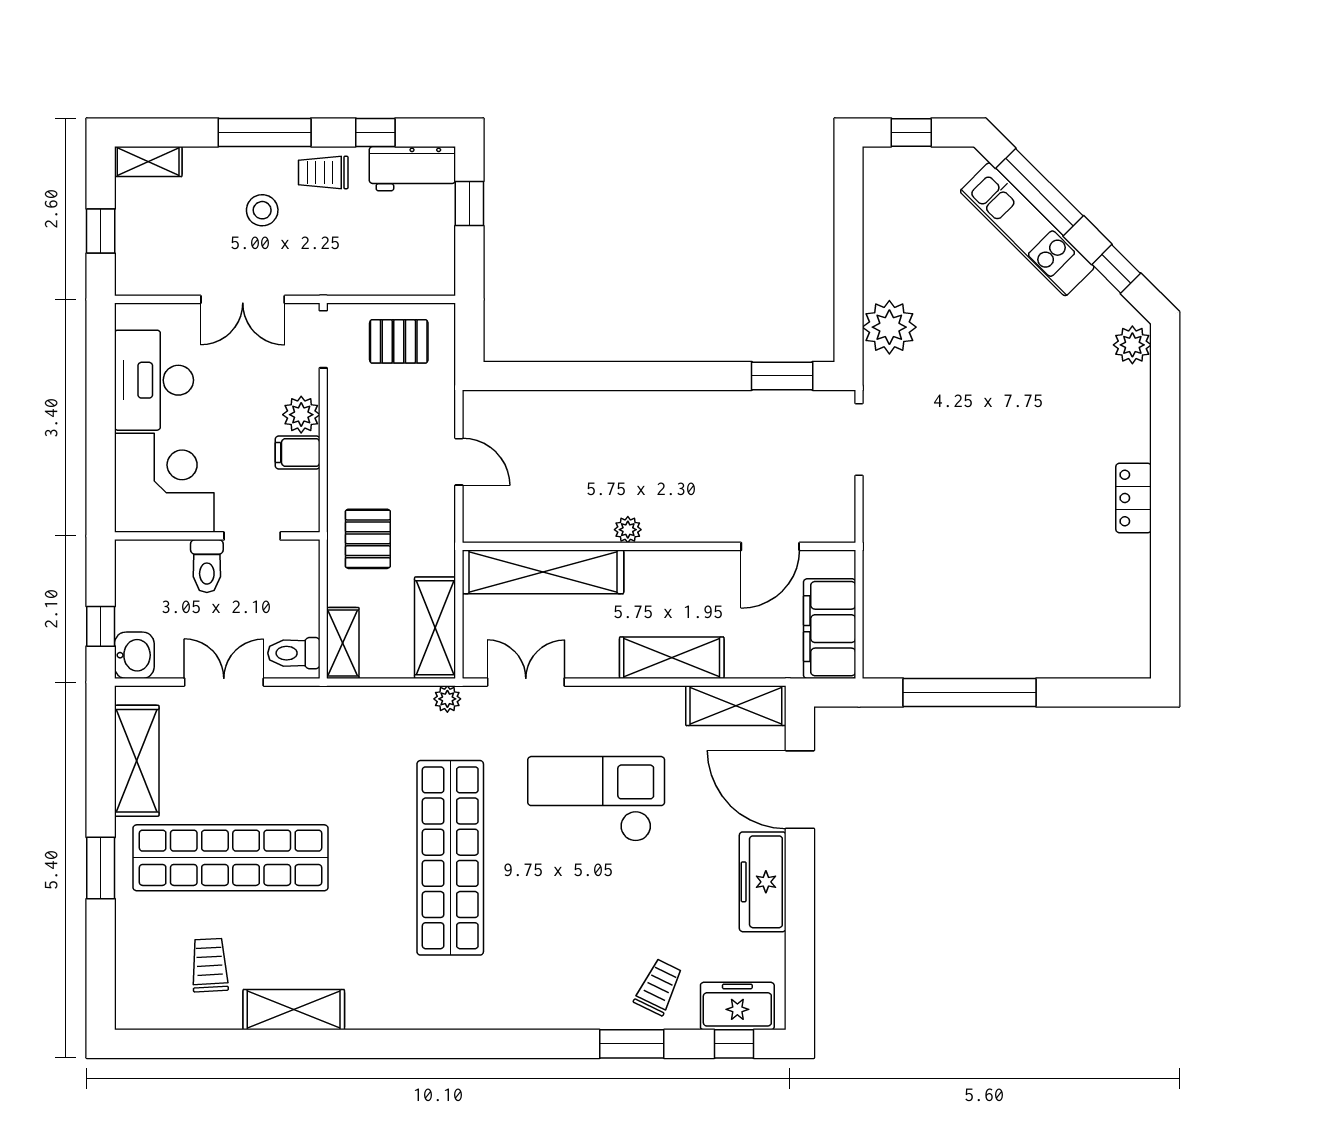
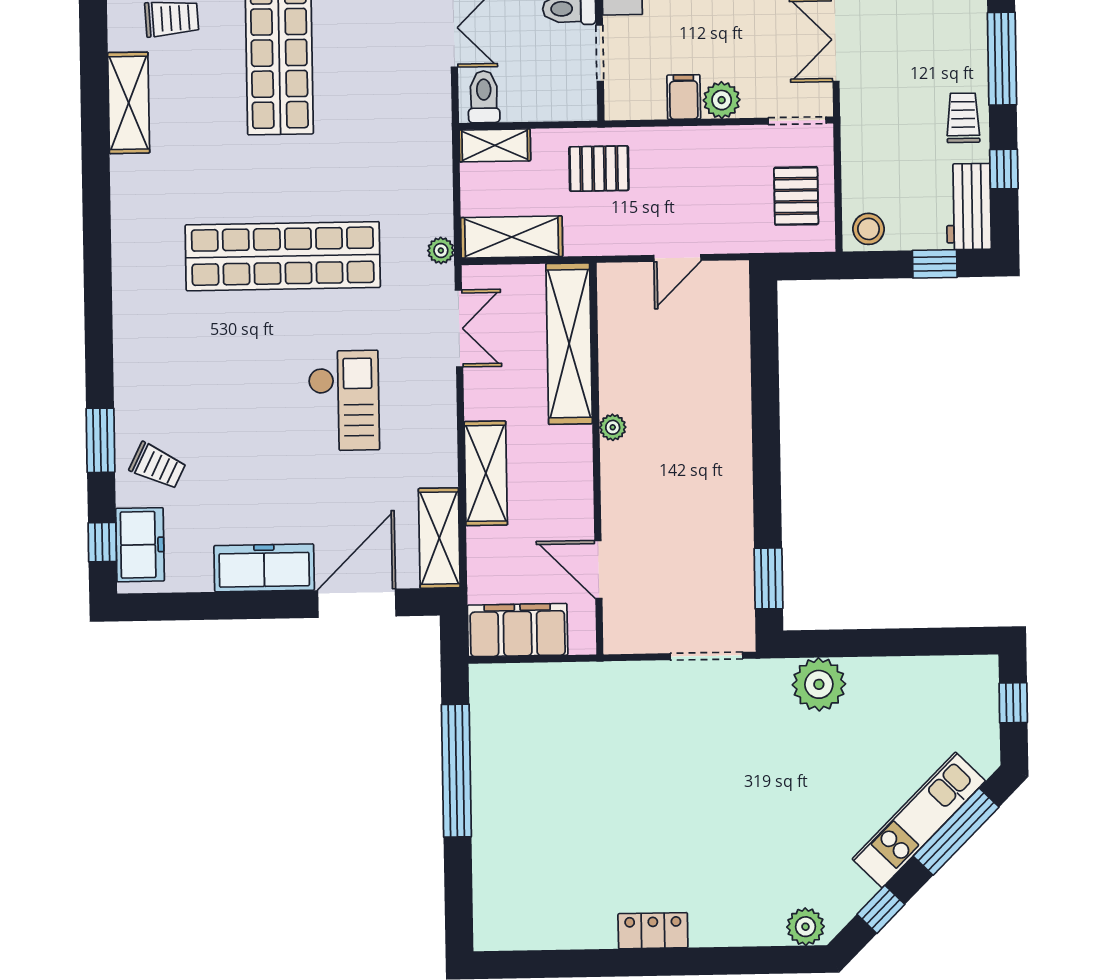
stool: (262, 210) -> (869, 229), moved
checkout: (596, 799) -> (344, 401), width x0.73, depth x0.83

